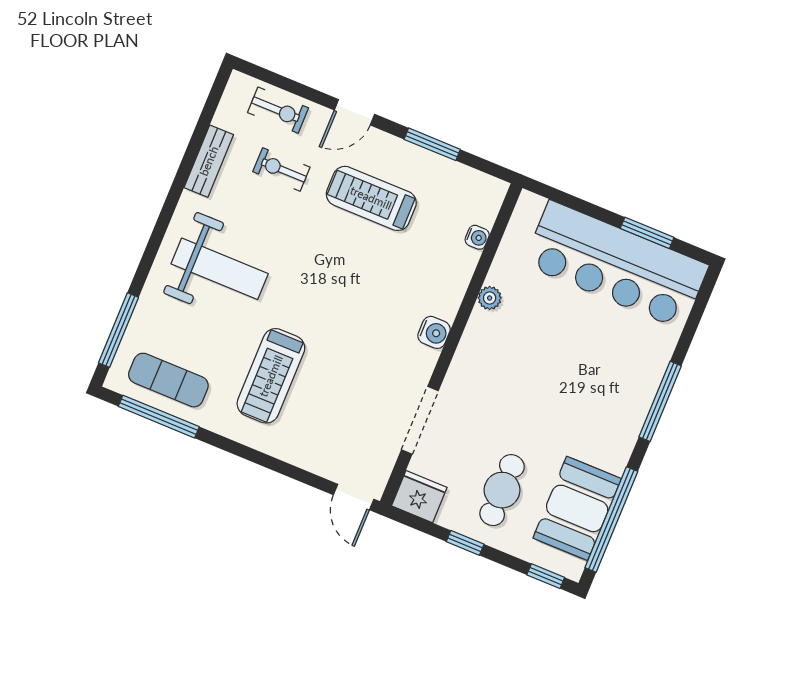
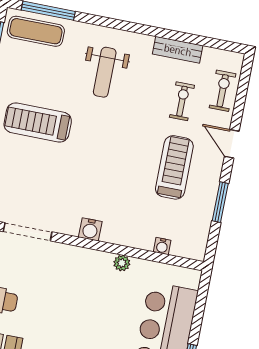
exercise bike: (278, 110) -> (223, 91), turned 180
weight bench: (220, 269) -> (105, 72), width x0.73, depth x0.75
exercise mat: (168, 380) -> (36, 31), moved, turned 90

